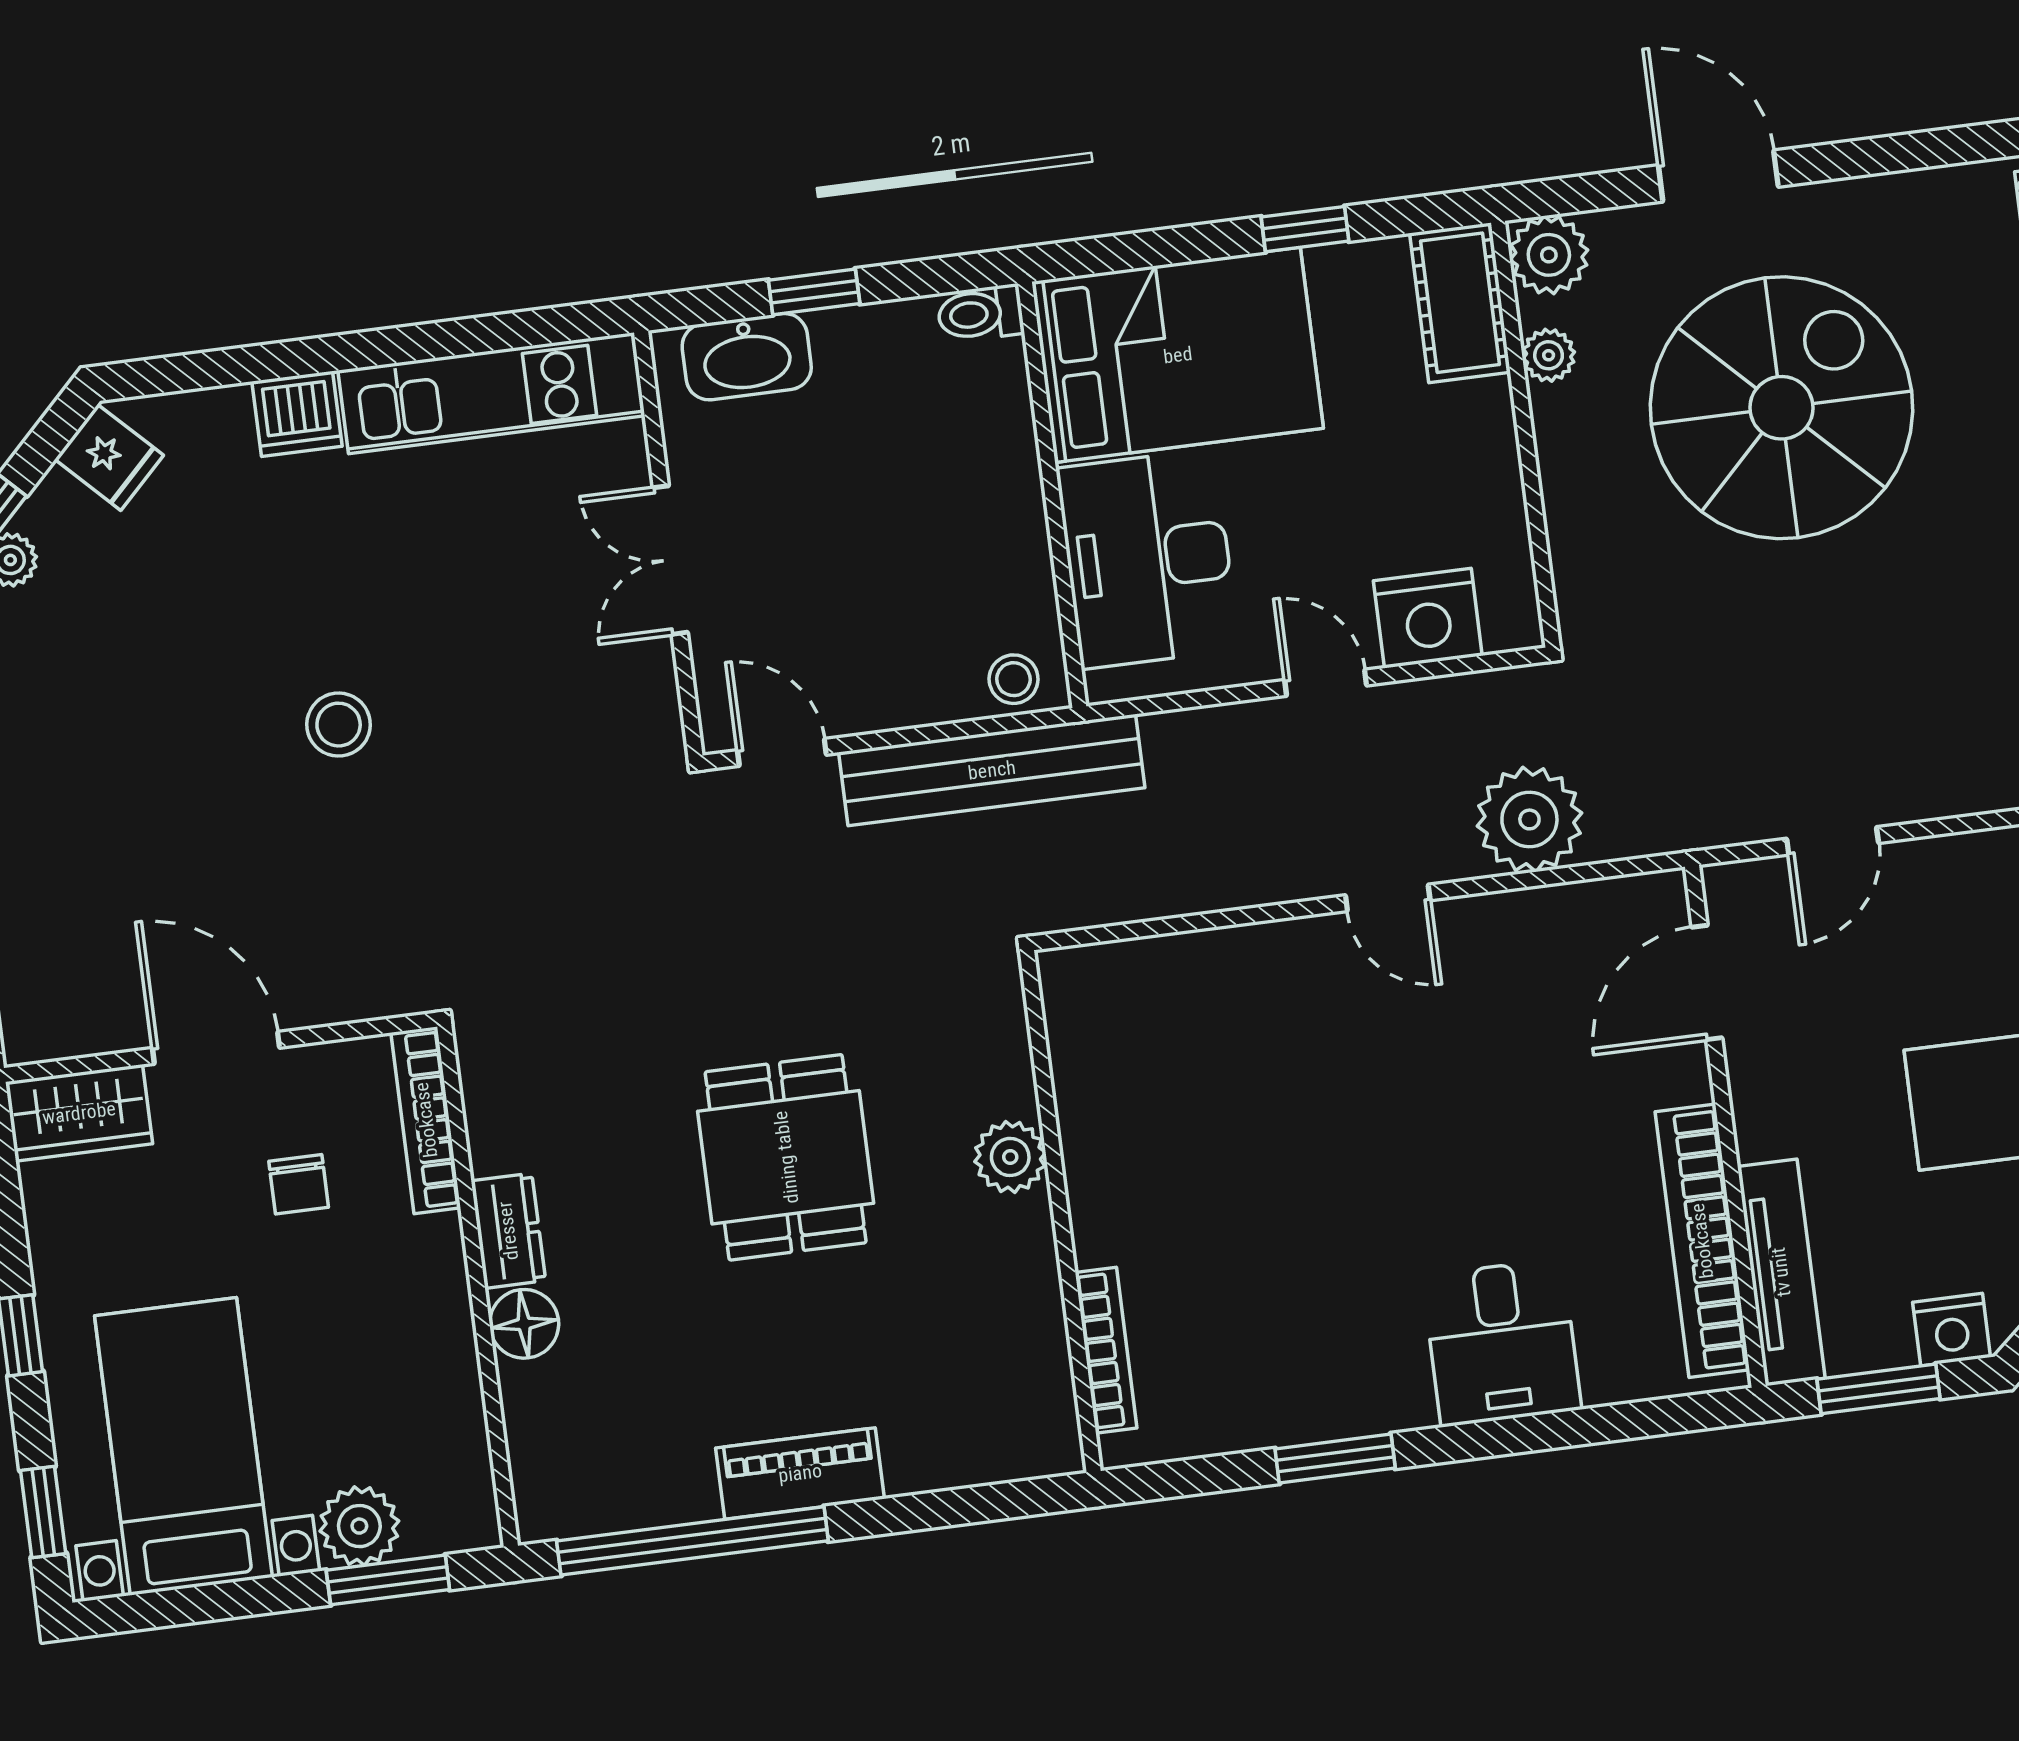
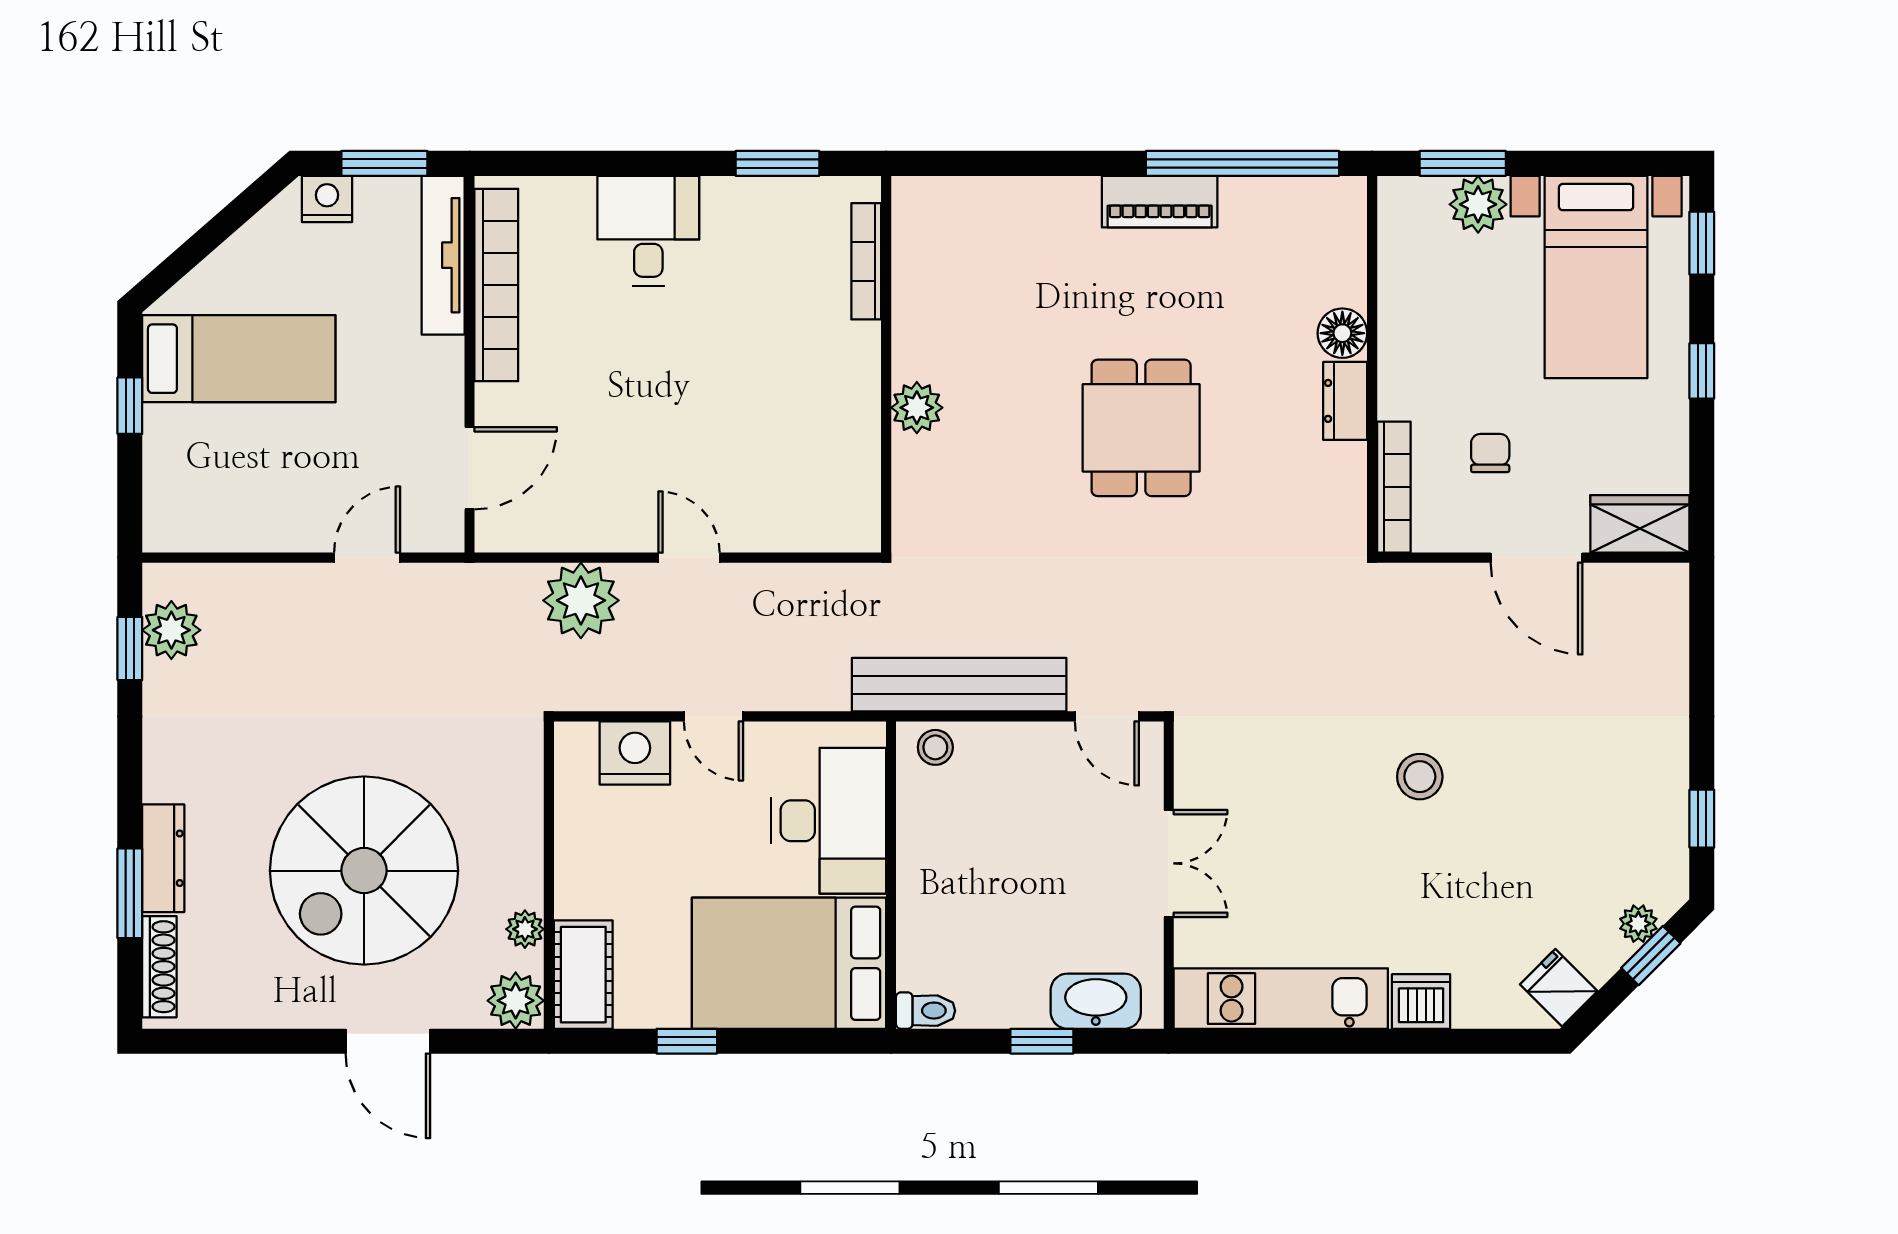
plant: (1010, 1157) -> (917, 408), moved
wall: (1060, 1212) -> (886, 364), moved
bookcase: (1106, 1350) -> (866, 261), moved

